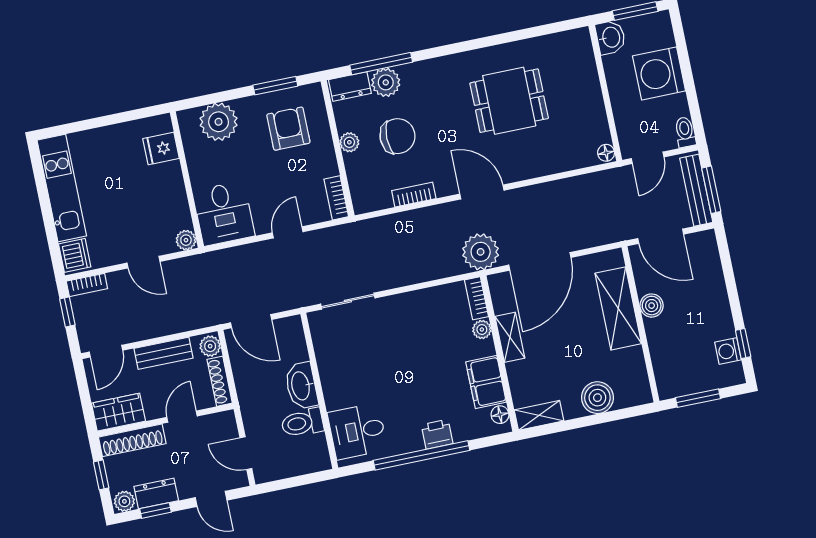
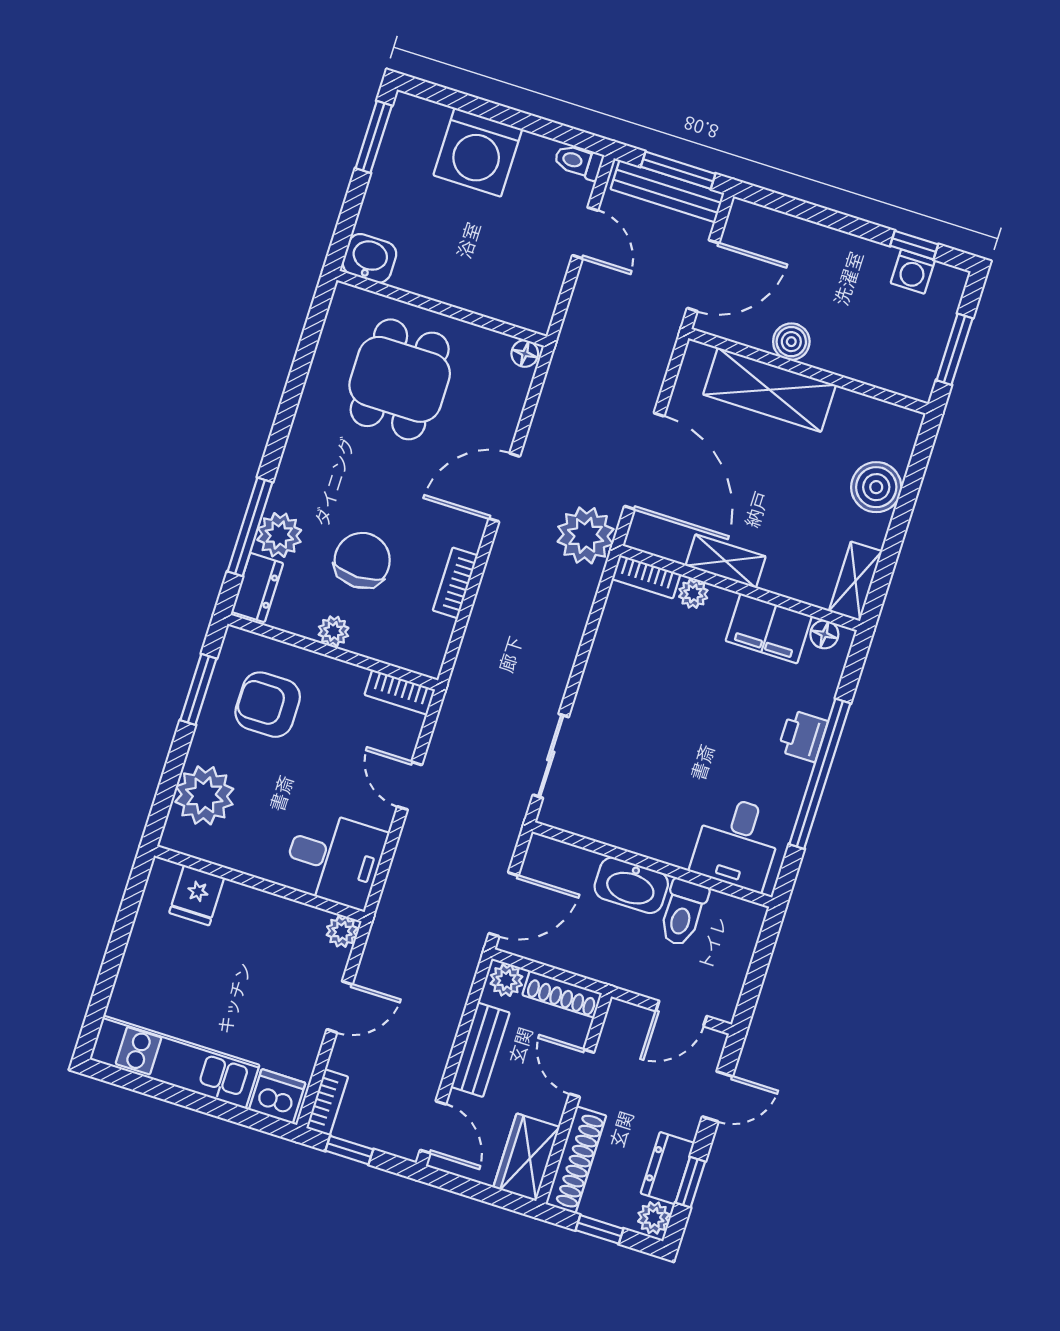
washbasin: (610, 37) -> (369, 258), moved
wall: (605, 93) -> (442, 308), moved
floor lamp: (606, 153) -> (525, 354), moved

